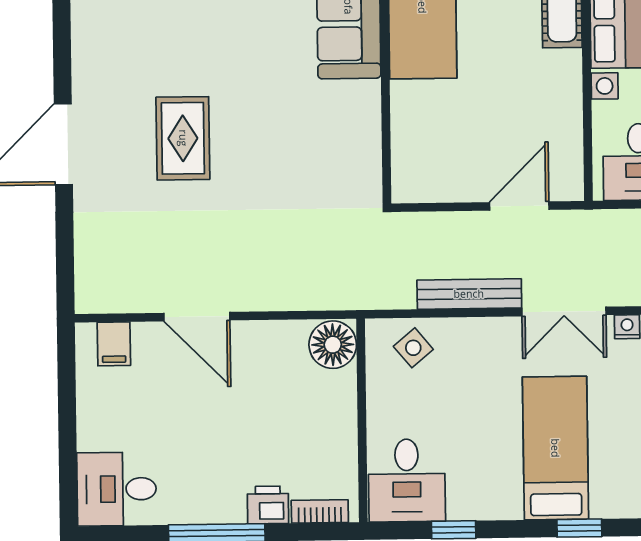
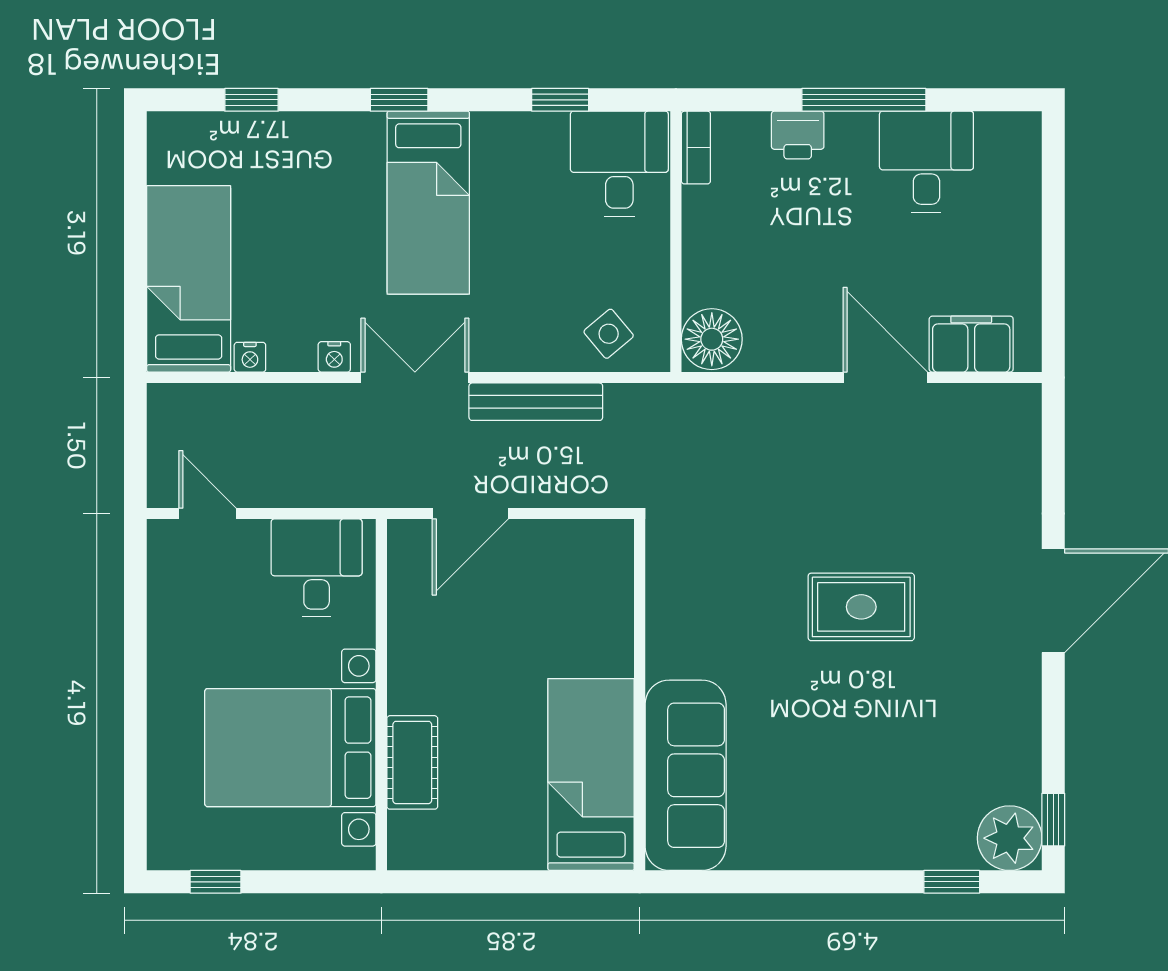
rug: (183, 138) -> (861, 607), moved, turned 90
filing cabinet: (114, 344) -> (971, 344), width x2.00
desk: (117, 489) -> (926, 162), moved, turned -90
bookcase: (320, 511) -> (696, 148), moved, turned -90

